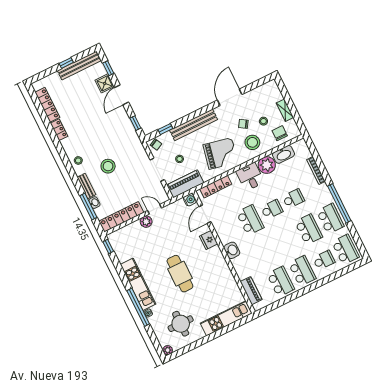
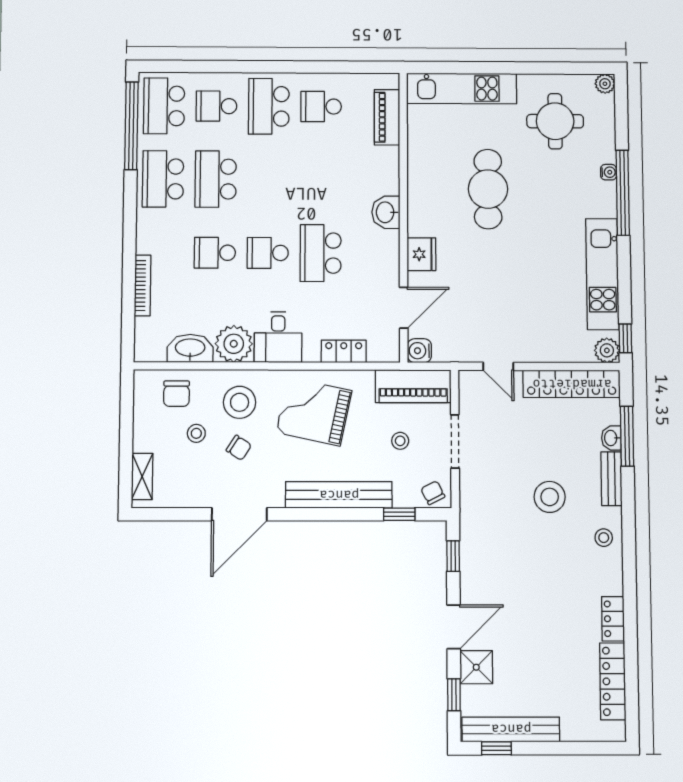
window: (66, 63) -> (496, 748), moved
shelving: (285, 110) -> (142, 476), moved
locker: (216, 187) -> (344, 351), width x0.66
window: (339, 203) -> (131, 126), moved
plant: (146, 222) -> (607, 350), moved
cafe table: (180, 274) -> (488, 189), moved
school desk: (281, 282) -> (321, 107), width x0.54
kitchen unit: (138, 284) -> (602, 274), moved

